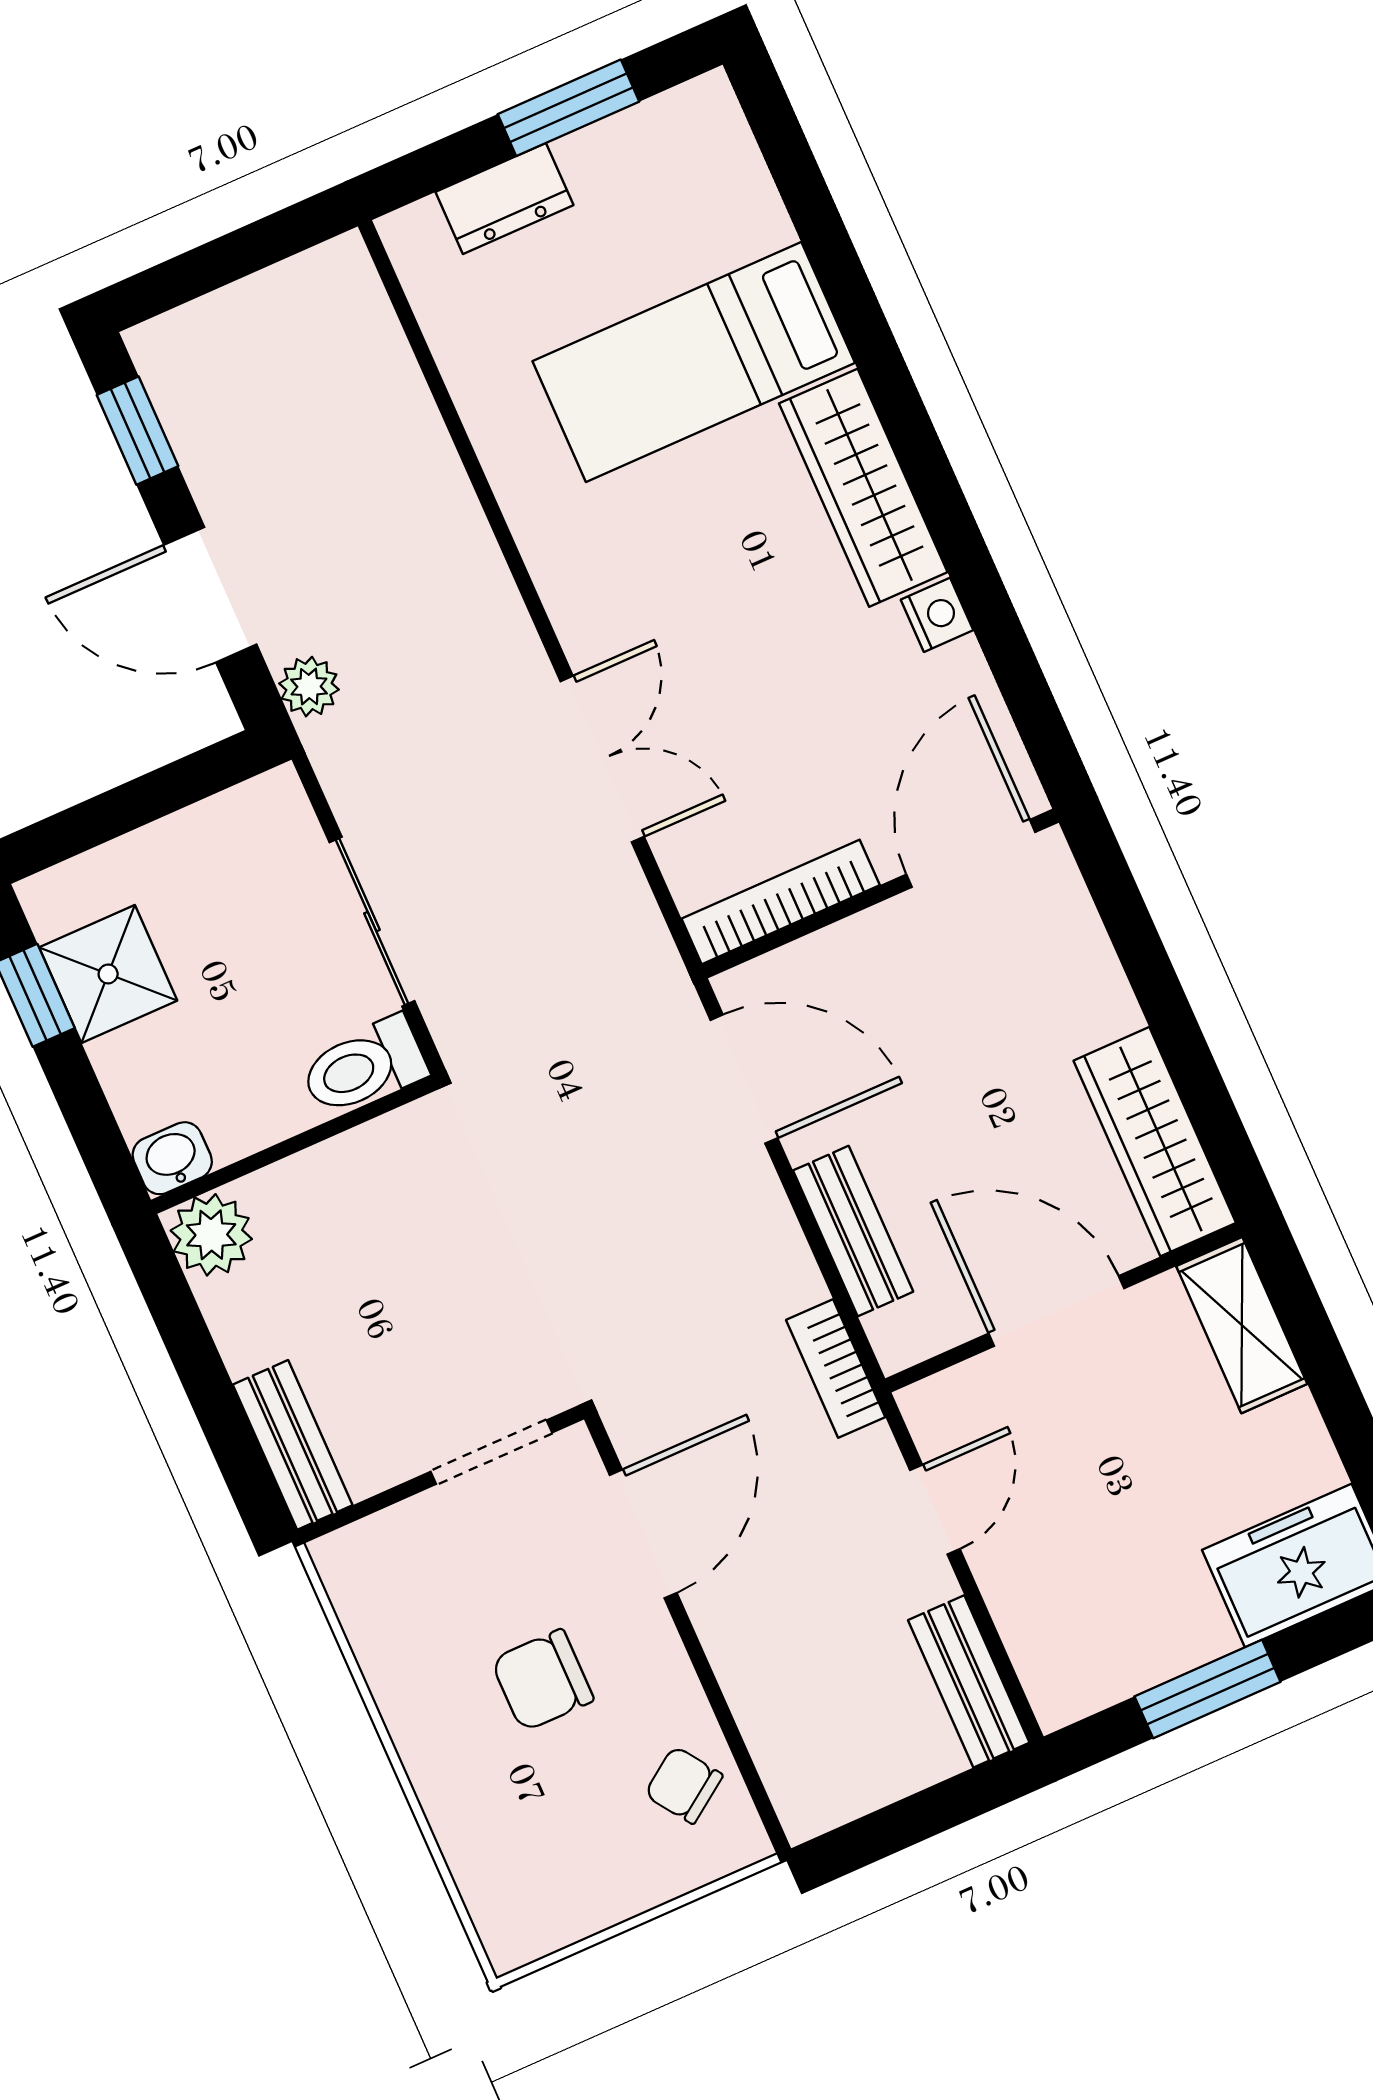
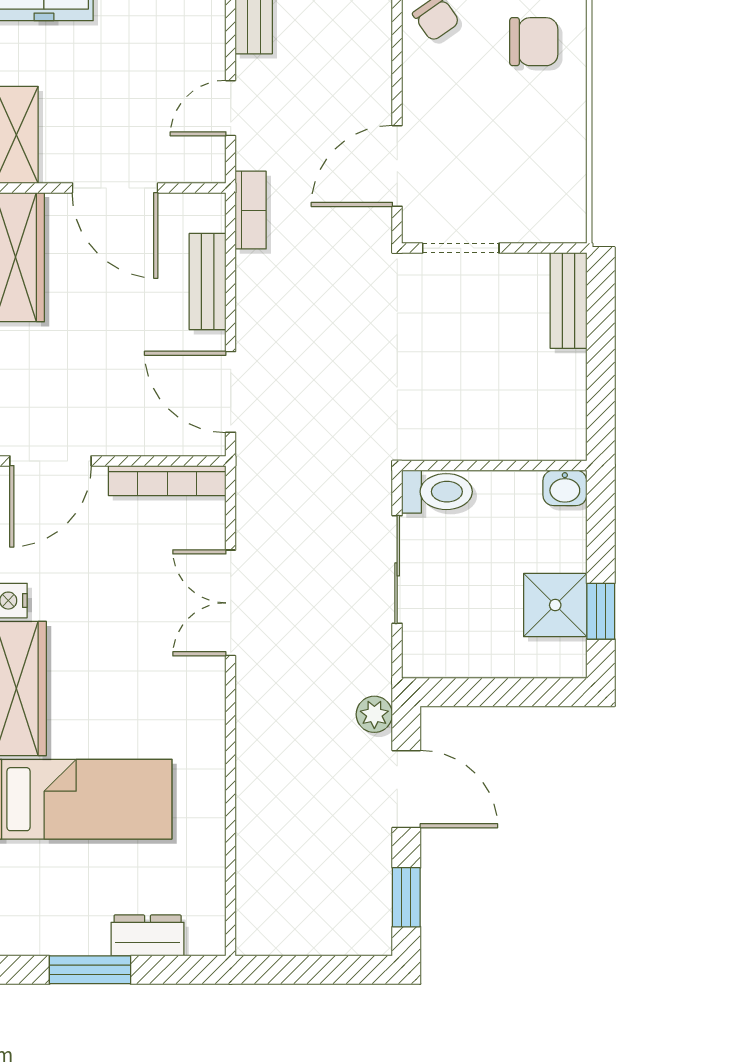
plant: (211, 1235) -> (562, 436), removed
chair: (542, 1680) -> (534, 42), moved

